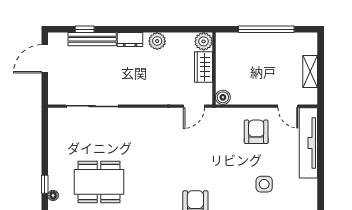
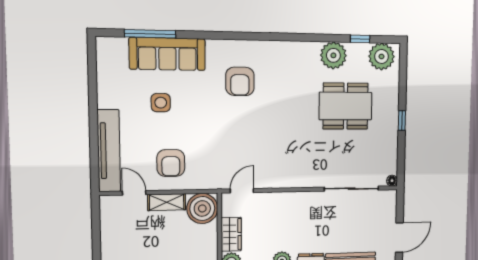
shelving: (310, 71) -> (167, 202), moved, turned 90
boiler: (223, 97) -> (202, 208), width x1.86, depth x1.86
window: (45, 184) -> (402, 121), moved
floor lamp: (53, 195) -> (392, 181), moved

